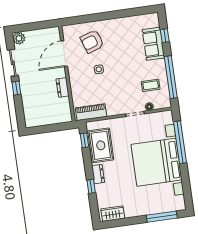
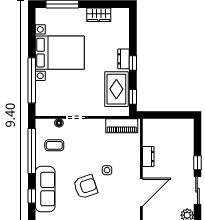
armchair: (92, 41) -> (85, 187), moved
sofa: (153, 44) -> (45, 189), width x1.36
bed with nightstands: (156, 162) -> (60, 53), width x0.73
window: (91, 186) -> (133, 63), moved
wardrobe: (113, 214) -> (99, 15), moved

